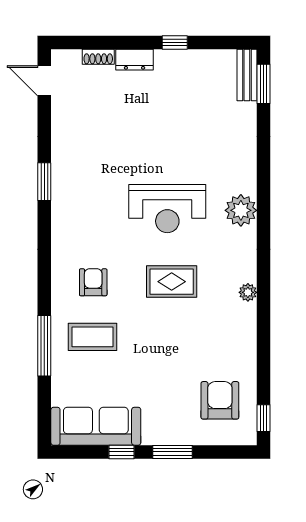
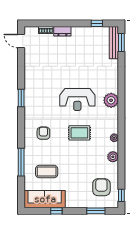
window: (175, 42) -> (97, 23), moved
bench: (247, 75) -> (114, 43), width x1.36
window: (44, 182) -> (21, 98), moved
plant: (245, 334) -> (113, 157), added
coffee table: (93, 337) -> (47, 172), moved
window: (173, 452) -> (96, 211), moved

